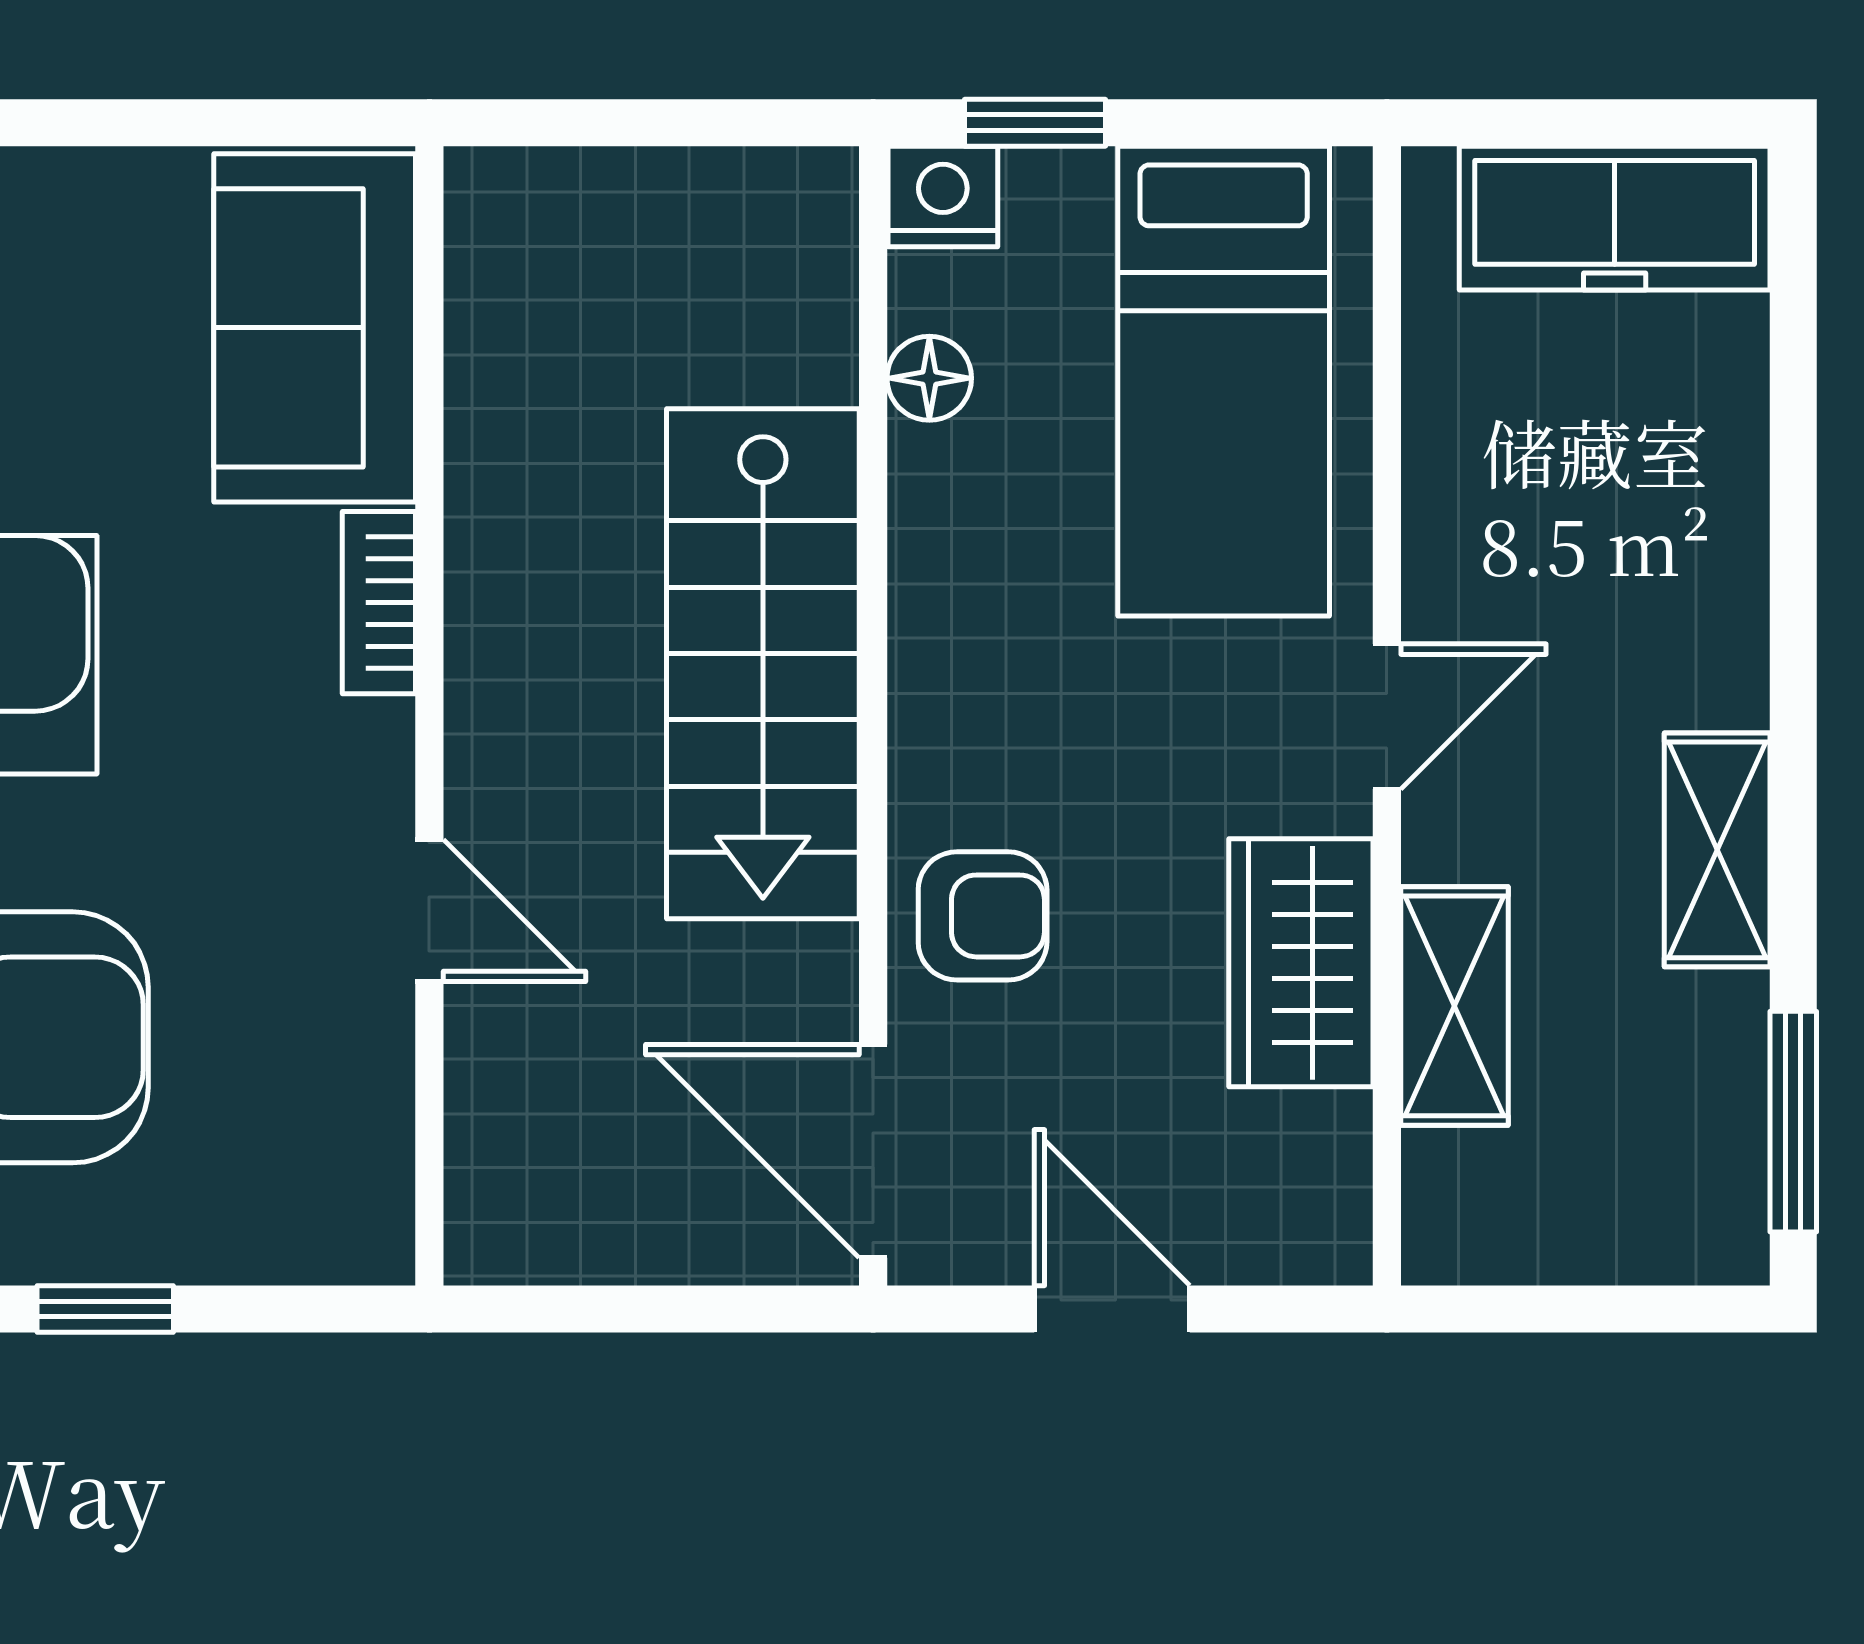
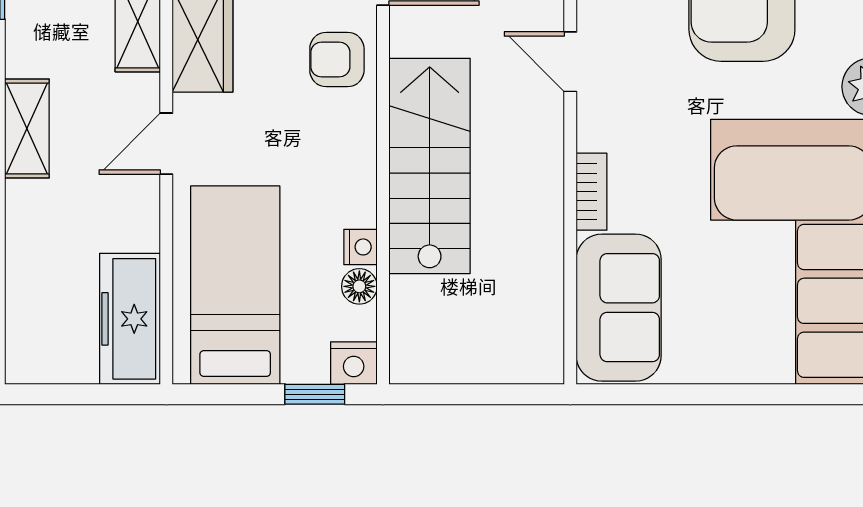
freezer: (1615, 218) -> (130, 319), moved, turned -90
nightstand: (927, 472) -> (360, 247), added
shelving: (1717, 850) -> (27, 128), moved

